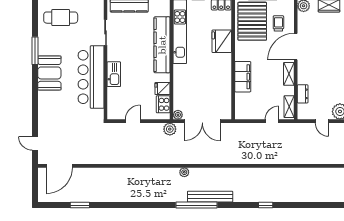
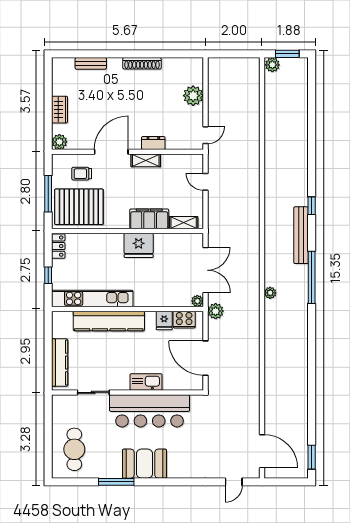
fridge: (222, 41) -> (139, 245), moved
door: (296, 47) -> (111, 152), swing flipped
dresser: (303, 94) -> (153, 143), moved
shelving: (289, 107) -> (184, 223), moved
door: (133, 121) -> (205, 358), width x1.88
door: (322, 121) -> (205, 135), moved
bench: (210, 197) -> (301, 235), moved
window: (80, 205) -> (312, 457), moved
window: (266, 205) -> (312, 206), moved

